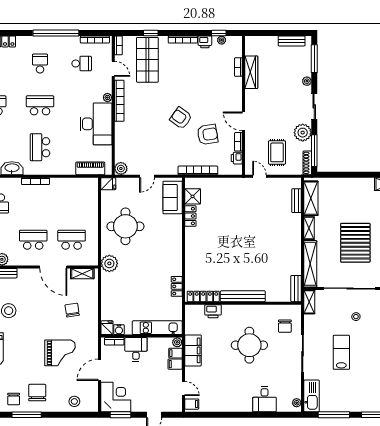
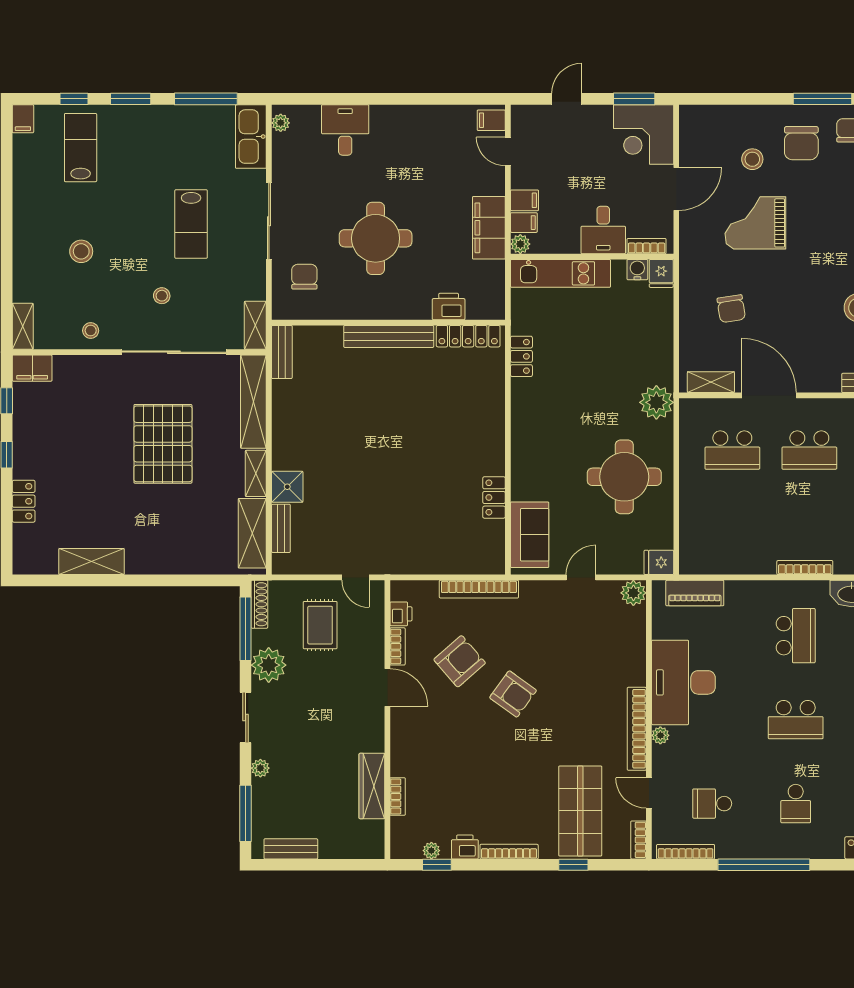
armchair: (207, 134) -> (460, 661), turned 148
shower: (193, 196) -> (287, 487), moved
stool: (74, 401) -> (752, 159), moved

